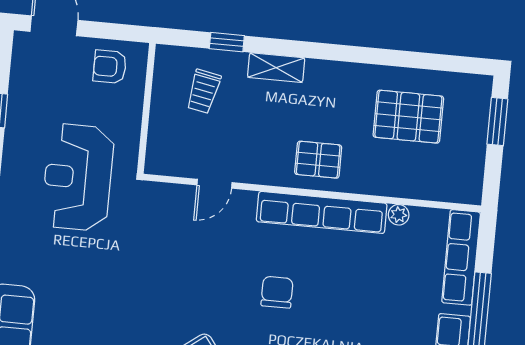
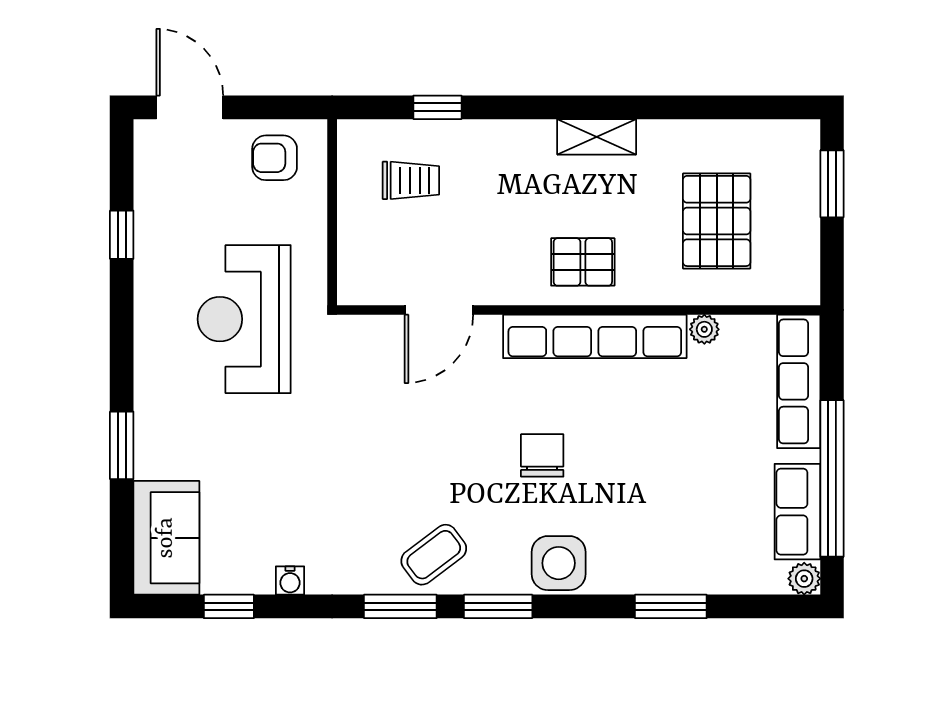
shelving: (276, 68) -> (597, 137), moved
trolley: (204, 91) -> (411, 180), turned -101
pallet: (408, 117) -> (717, 221), moved, turned 90
door: (215, 184) -> (439, 310), width x1.38

